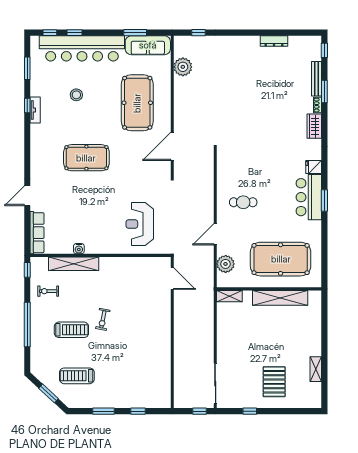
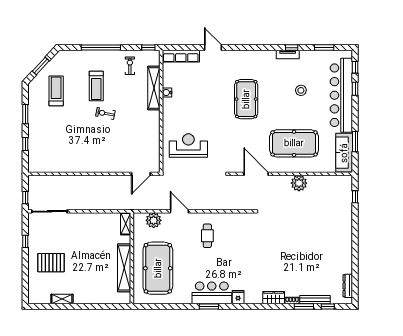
dresser: (274, 41) -> (348, 286), moved
window: (324, 50) -> (328, 306), moved
plant: (183, 67) -> (299, 183), moved

